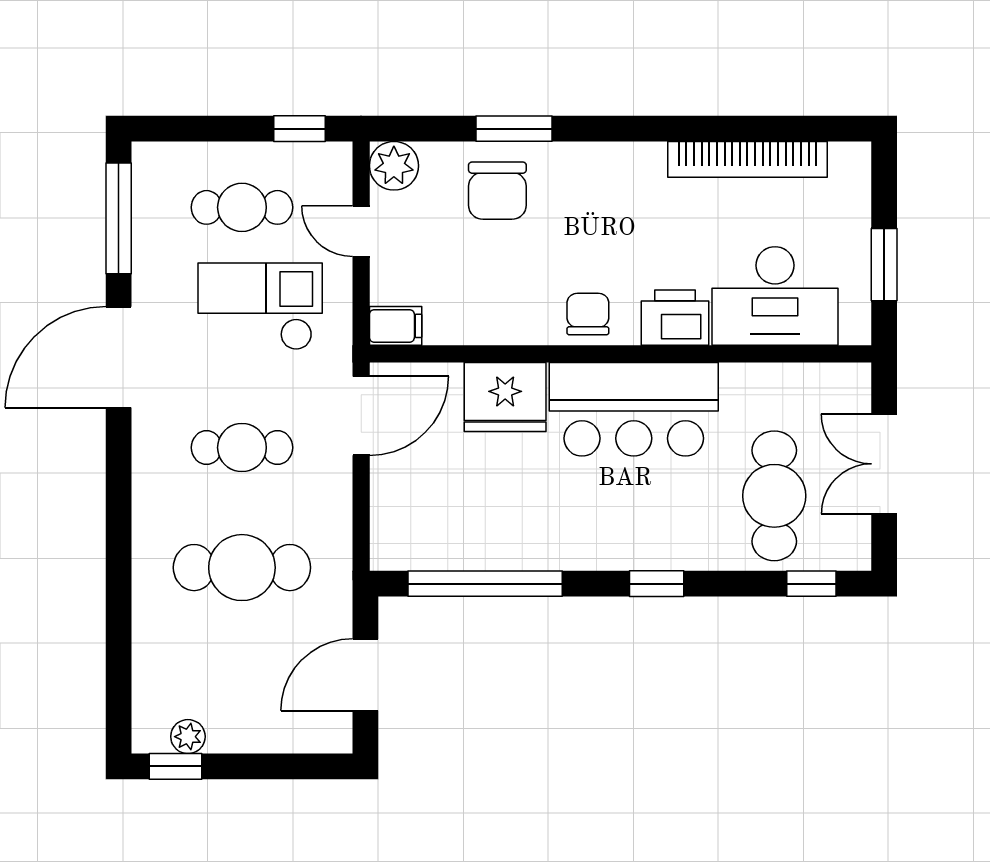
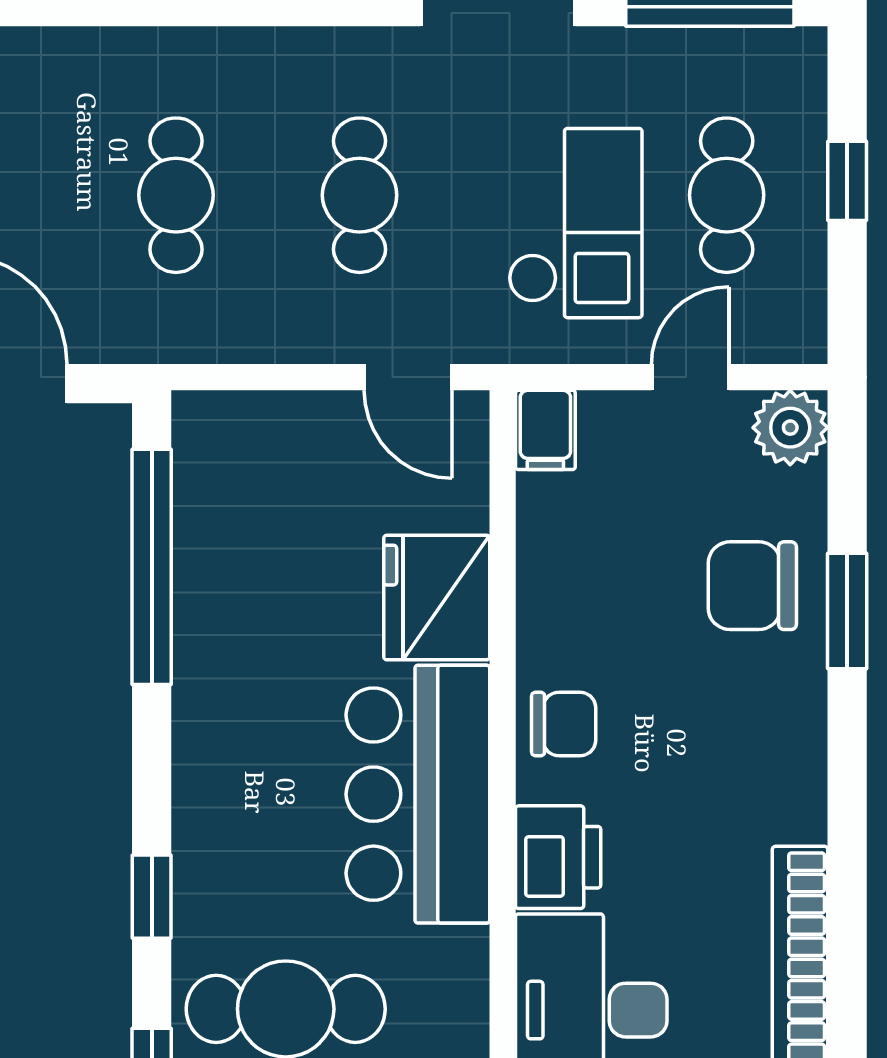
window: (299, 129) -> (847, 181), moved
door: (361, 416) -> (408, 377), width x0.73
cafe table: (242, 568) -> (176, 195), width x0.73, depth x0.74
window: (657, 584) -> (152, 897), moved

